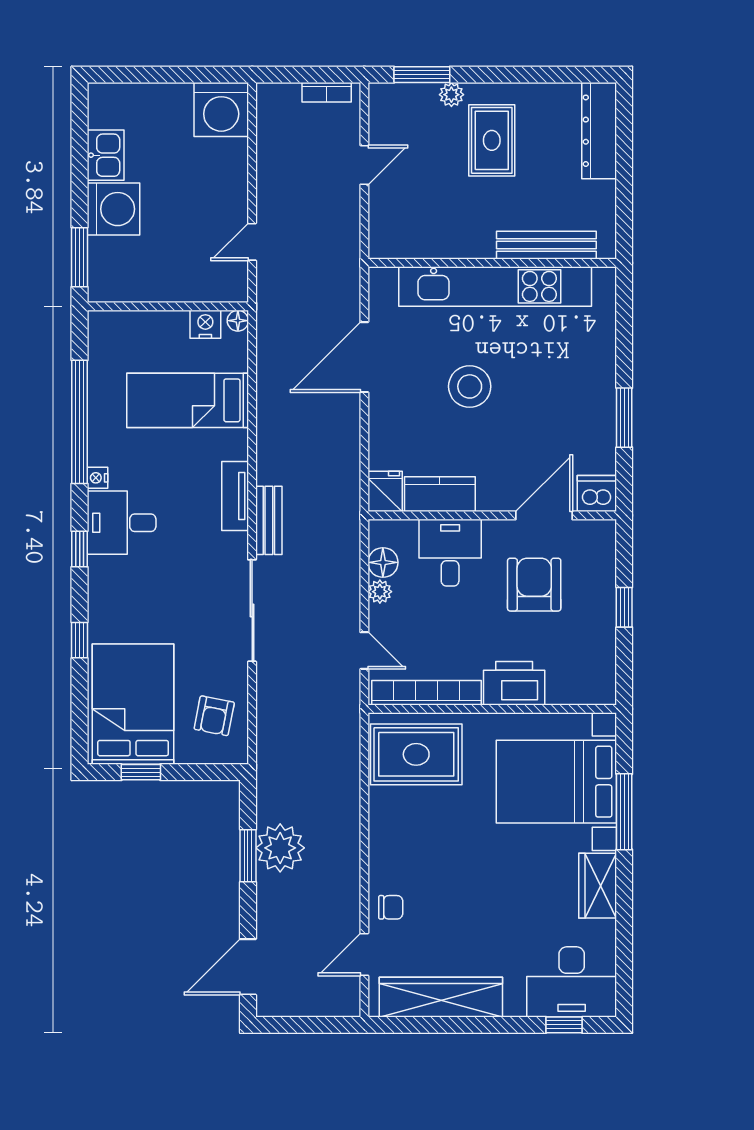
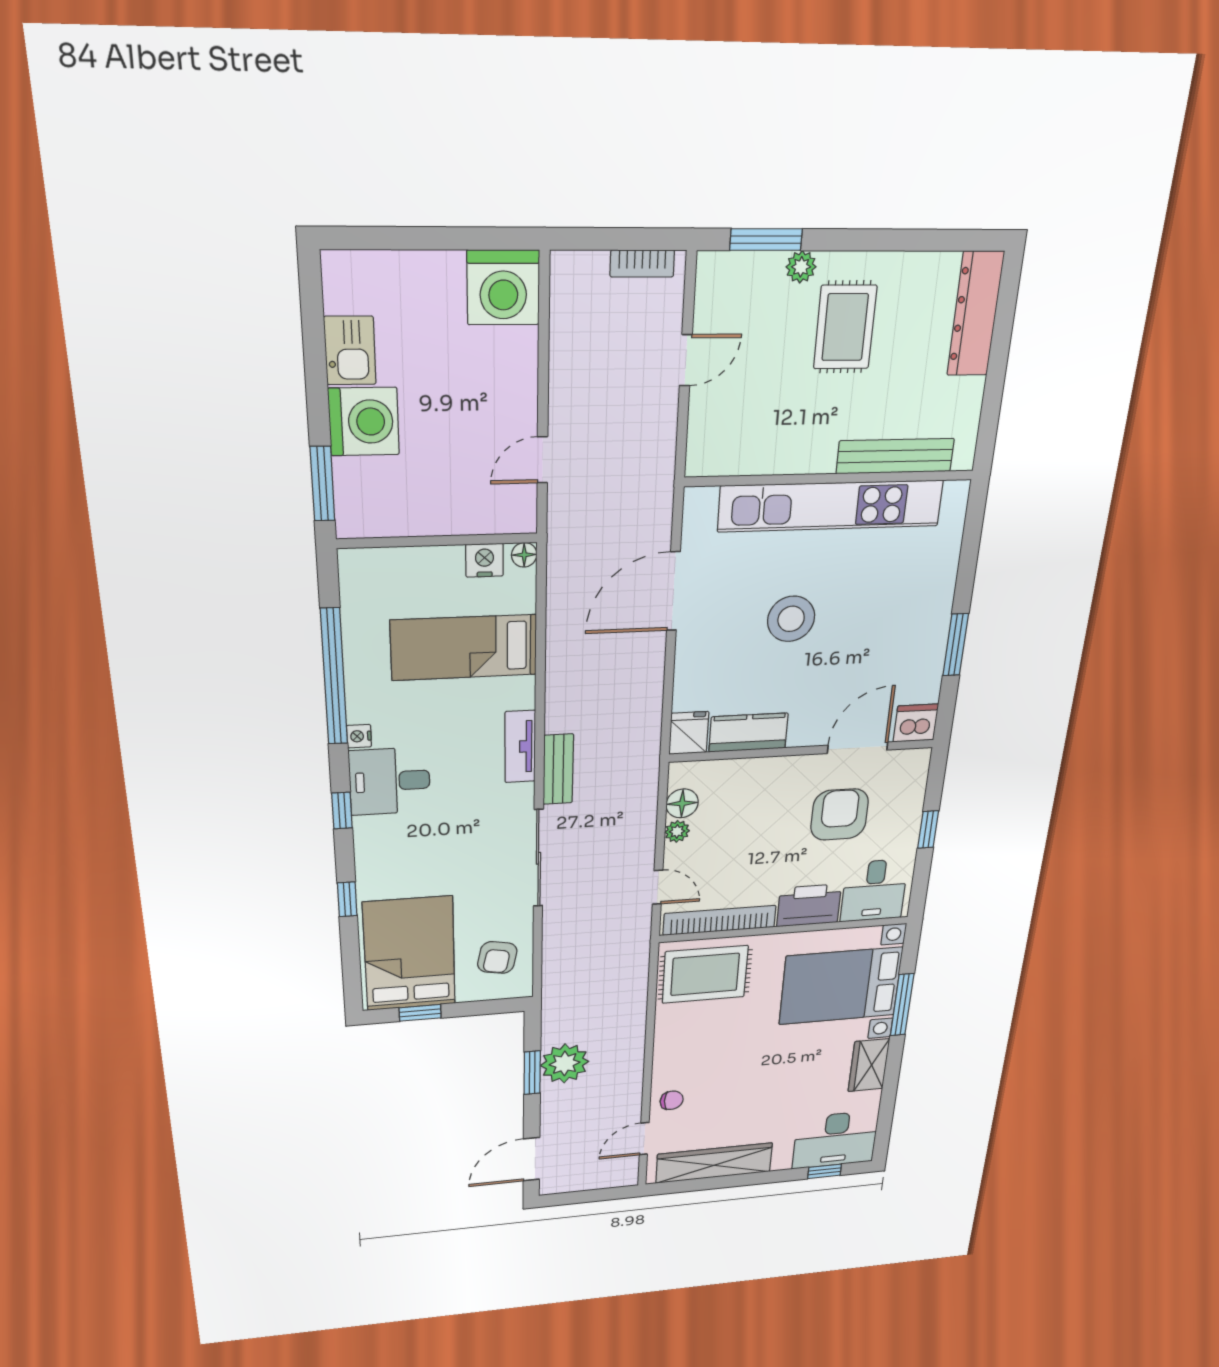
desk: (450, 553) -> (874, 891), moved, turned 180

